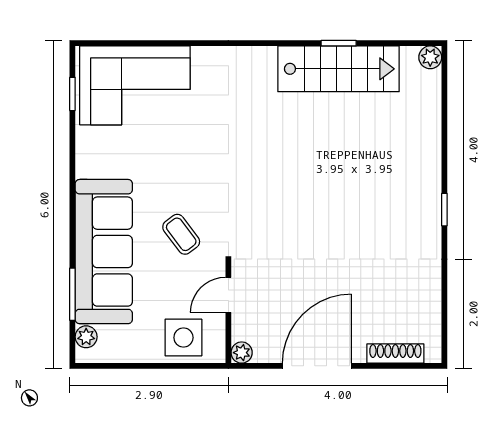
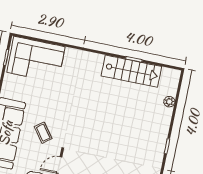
plant: (430, 57) -> (169, 102), moved

